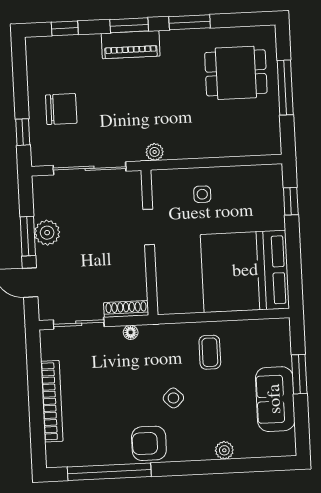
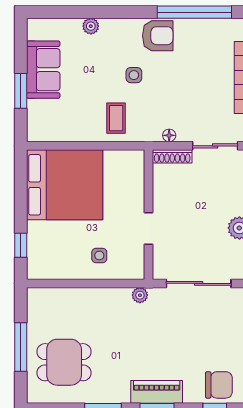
chair: (61, 109) -> (219, 385), moved, turned 180
coffee table: (210, 352) -> (116, 118), moved
side table: (173, 398) -> (134, 75), turned 45

